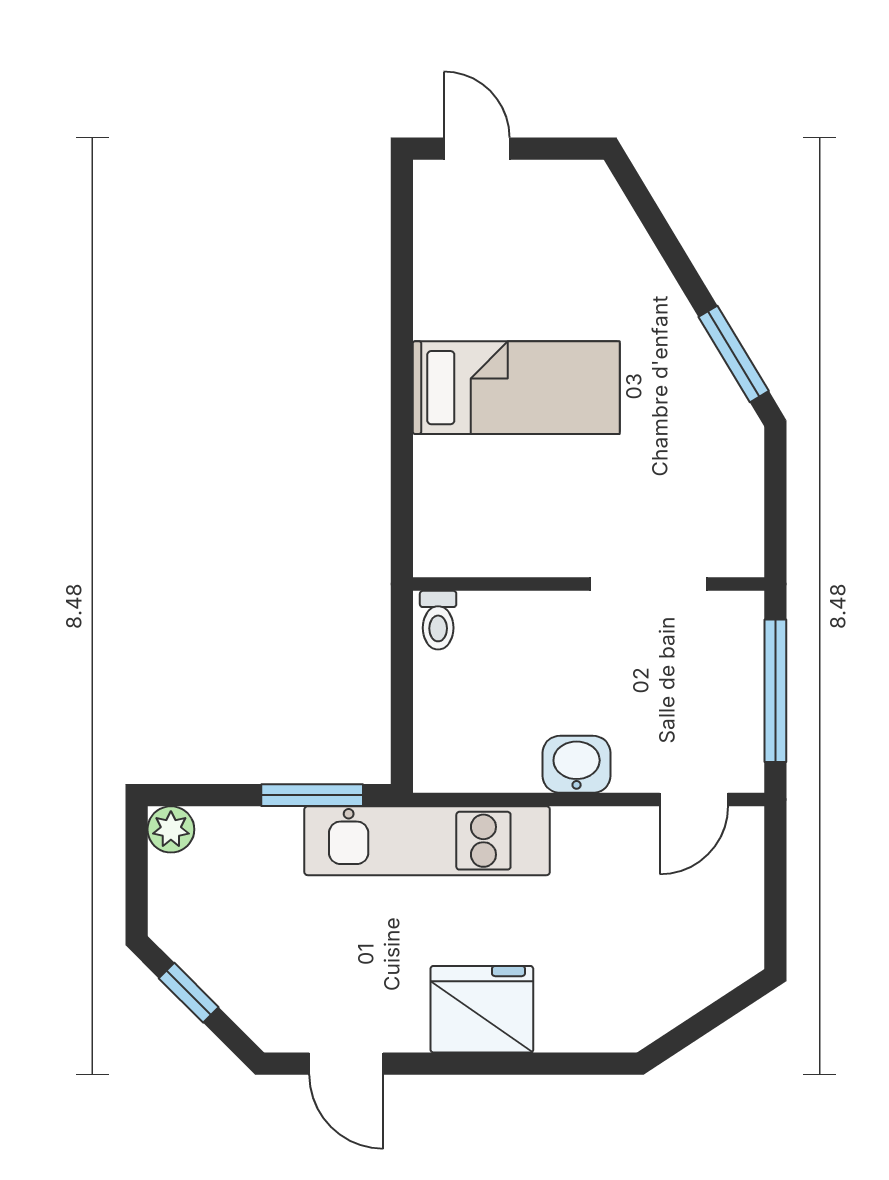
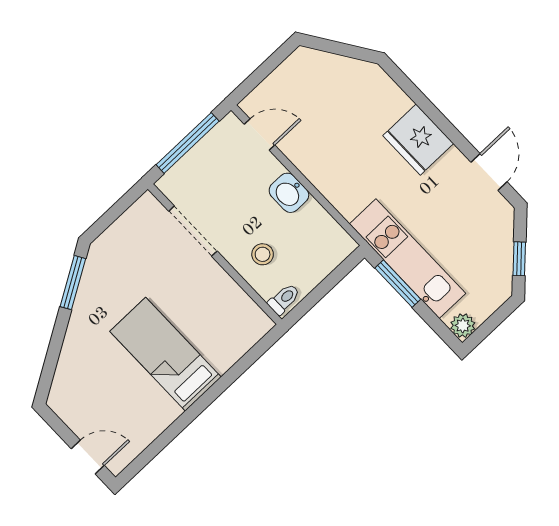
door: (477, 149) -> (88, 457), swing flipped
stool: (527, 649) -> (263, 254), added
kitchen unit: (427, 841) -> (408, 259), moved

